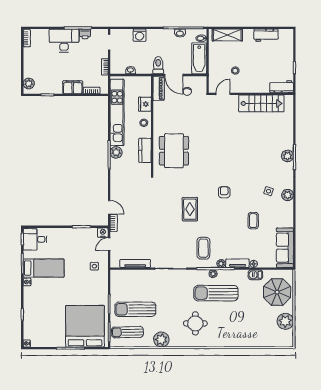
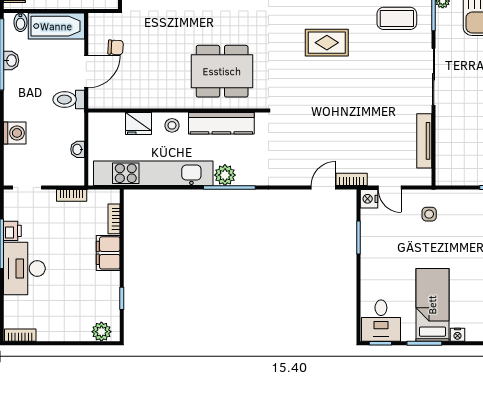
piano: (159, 88) -> (110, 99), removed
kitchen counter: (145, 150) -> (221, 123), width x1.50

